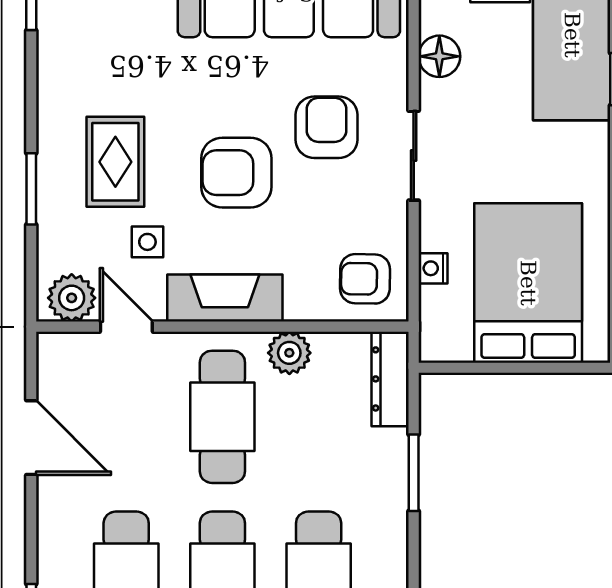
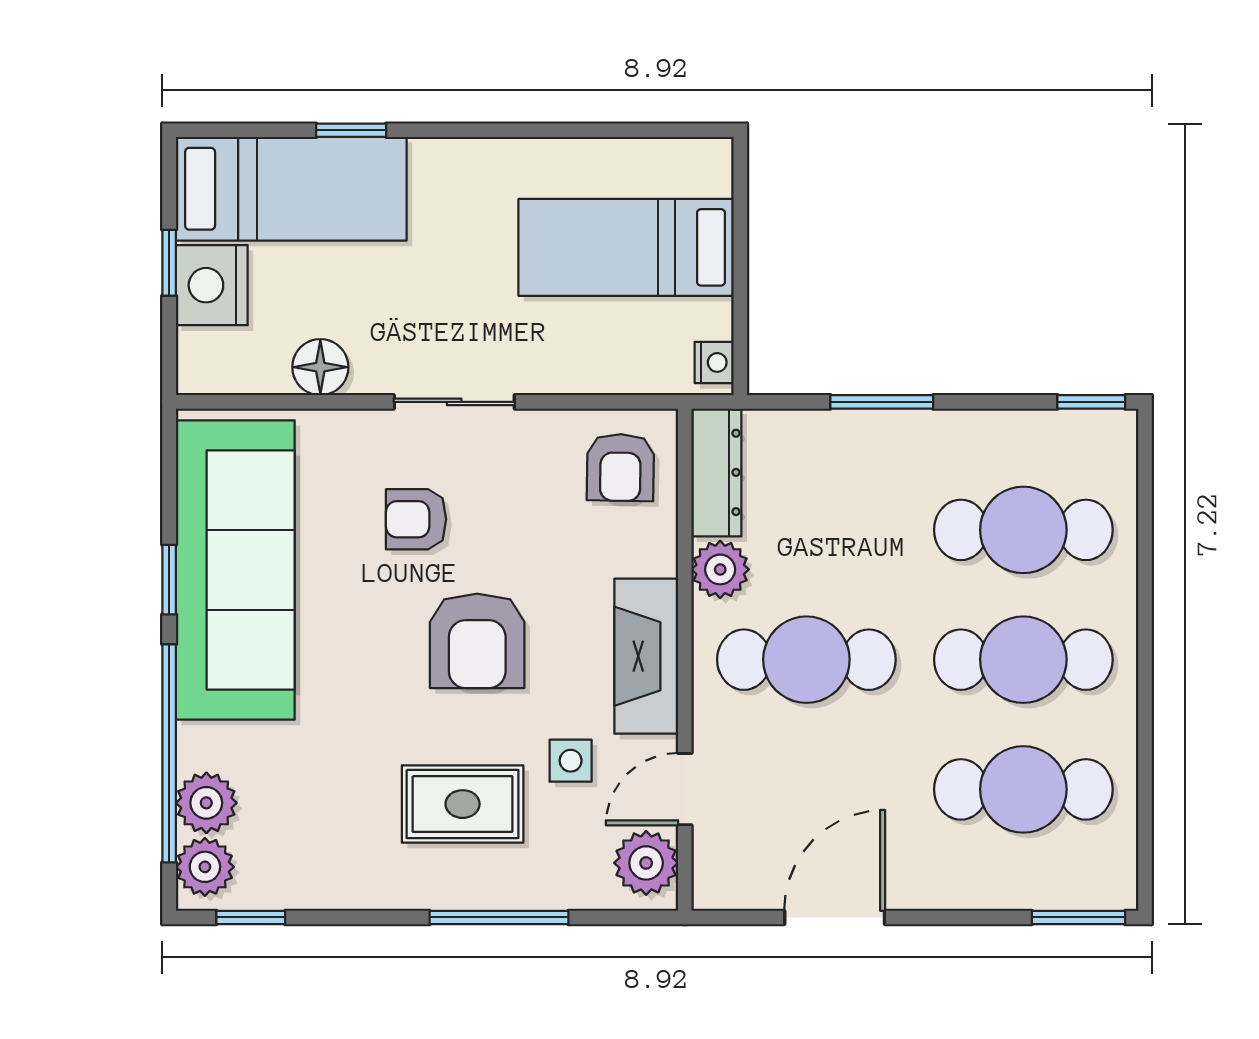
armchair: (327, 127) -> (416, 519), width x0.72, depth x0.72
window: (31, 189) -> (499, 917), width x1.44
nightstand: (433, 268) -> (714, 362), moved, turned -90
bed: (528, 283) -> (626, 247), width x0.67
dresser: (390, 379) -> (716, 472), moved, turned -90

